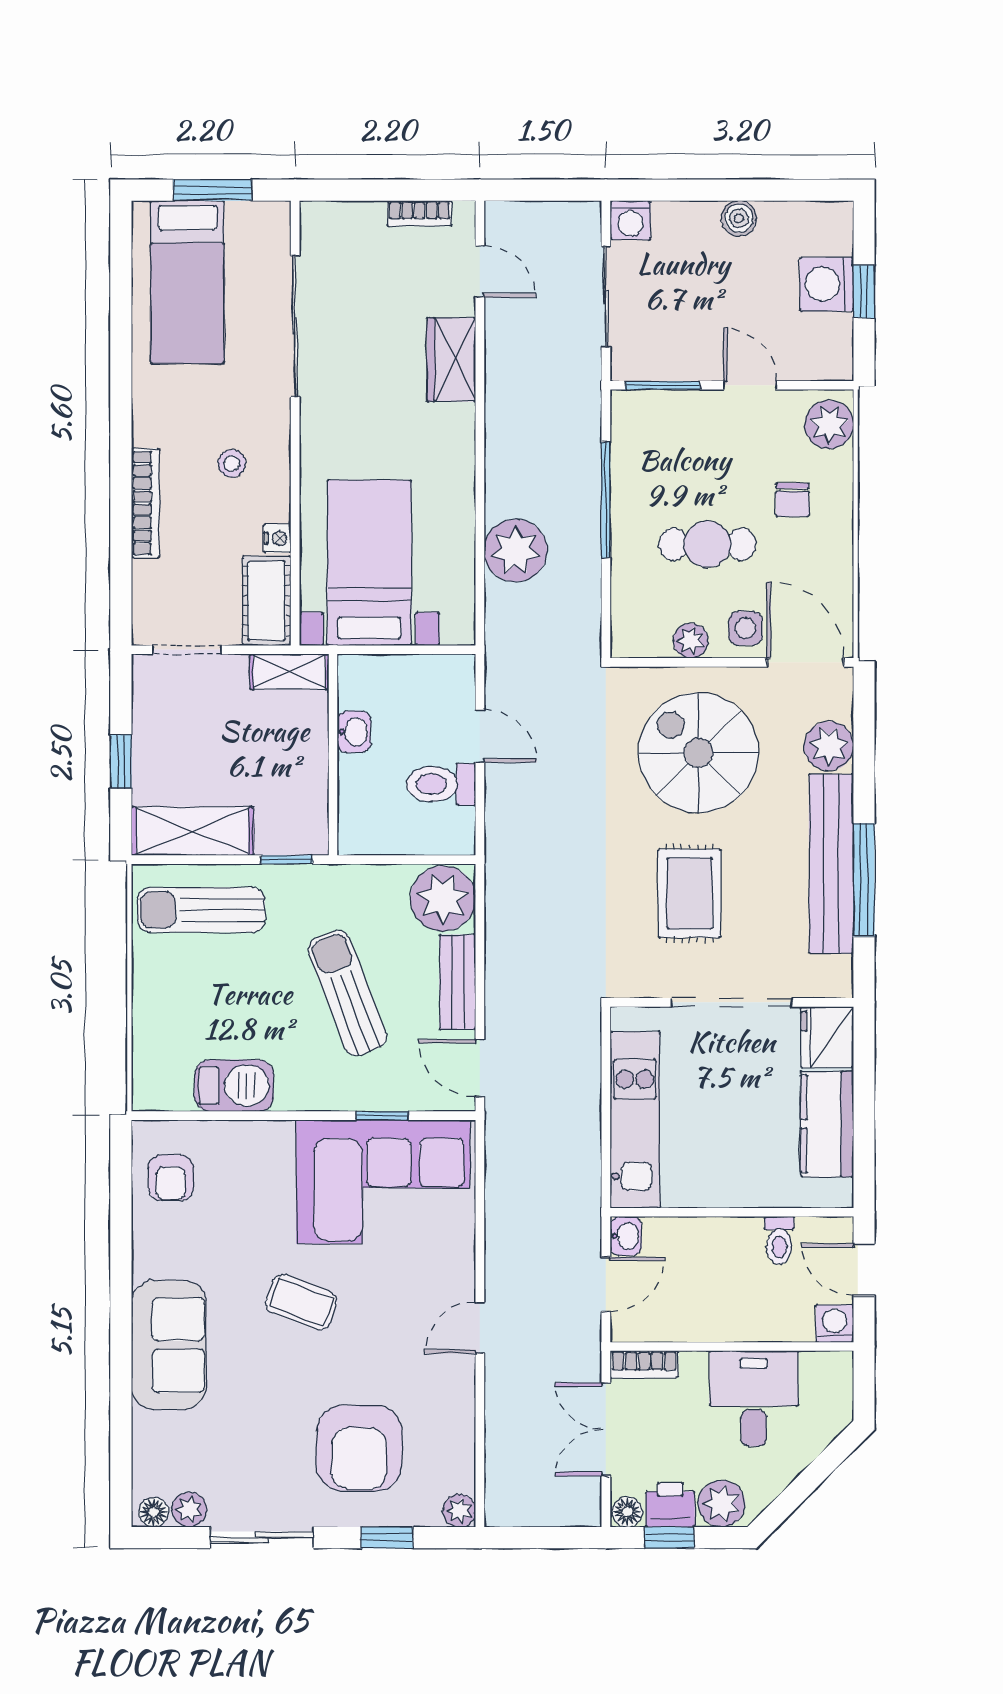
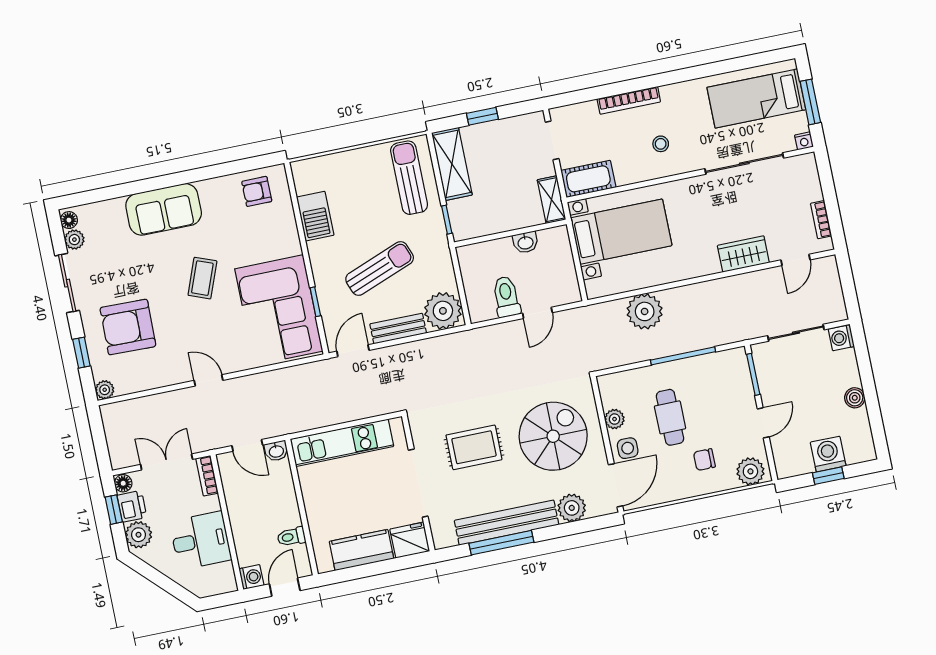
nightstand: (277, 538) -> (804, 141), moved

